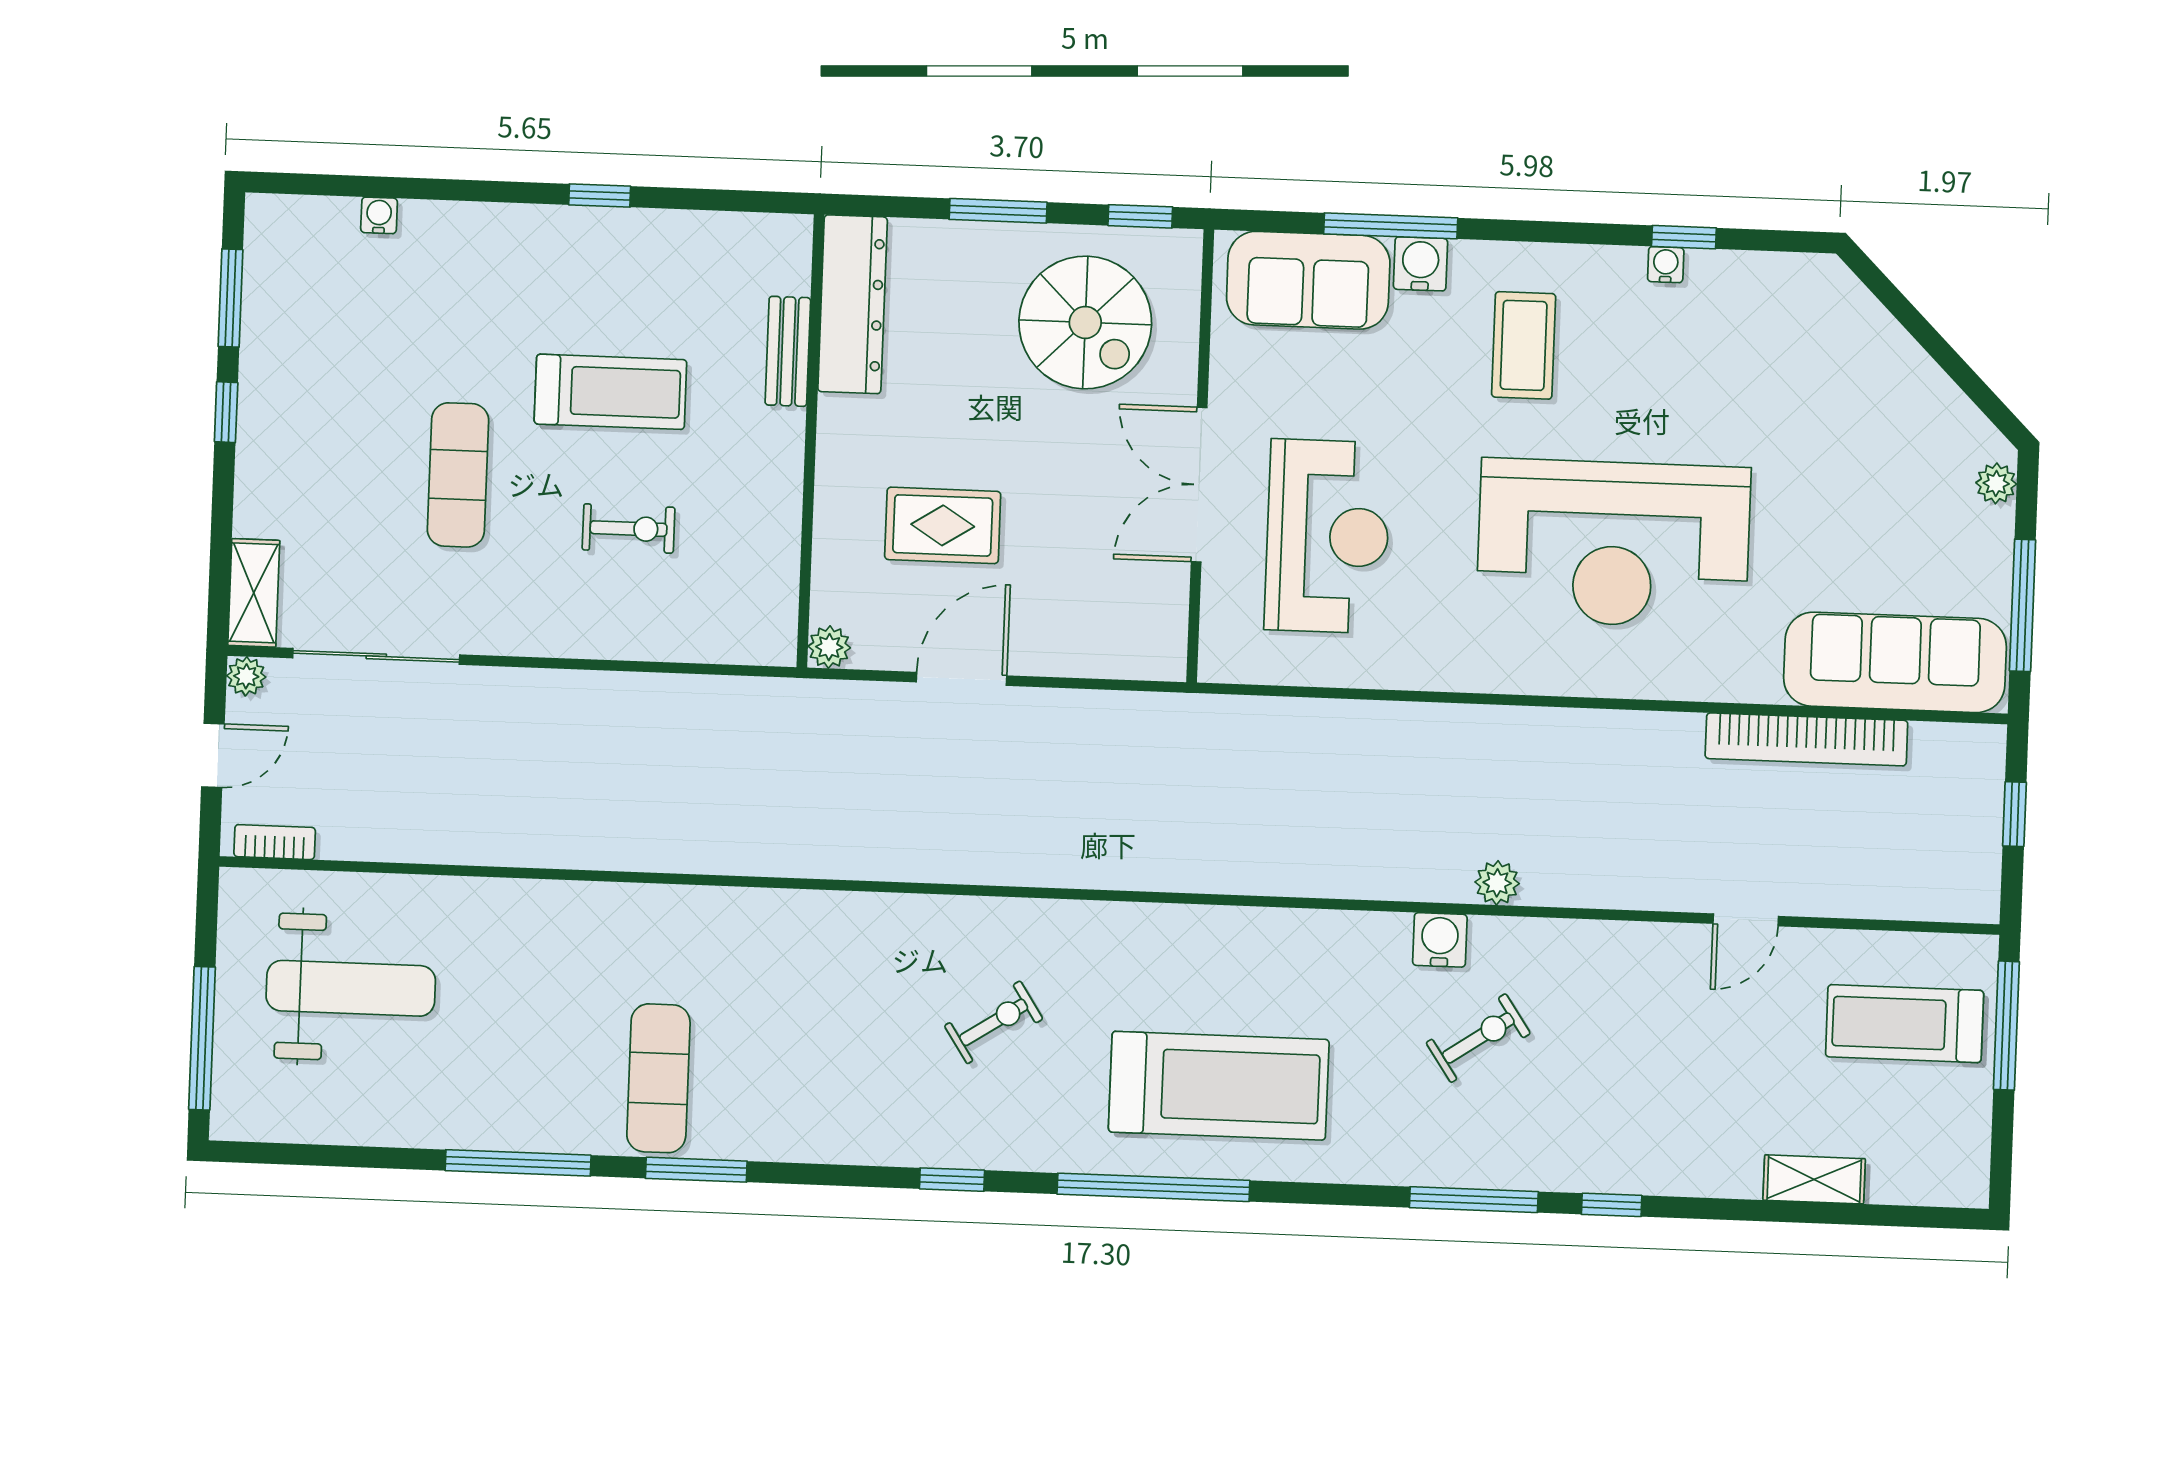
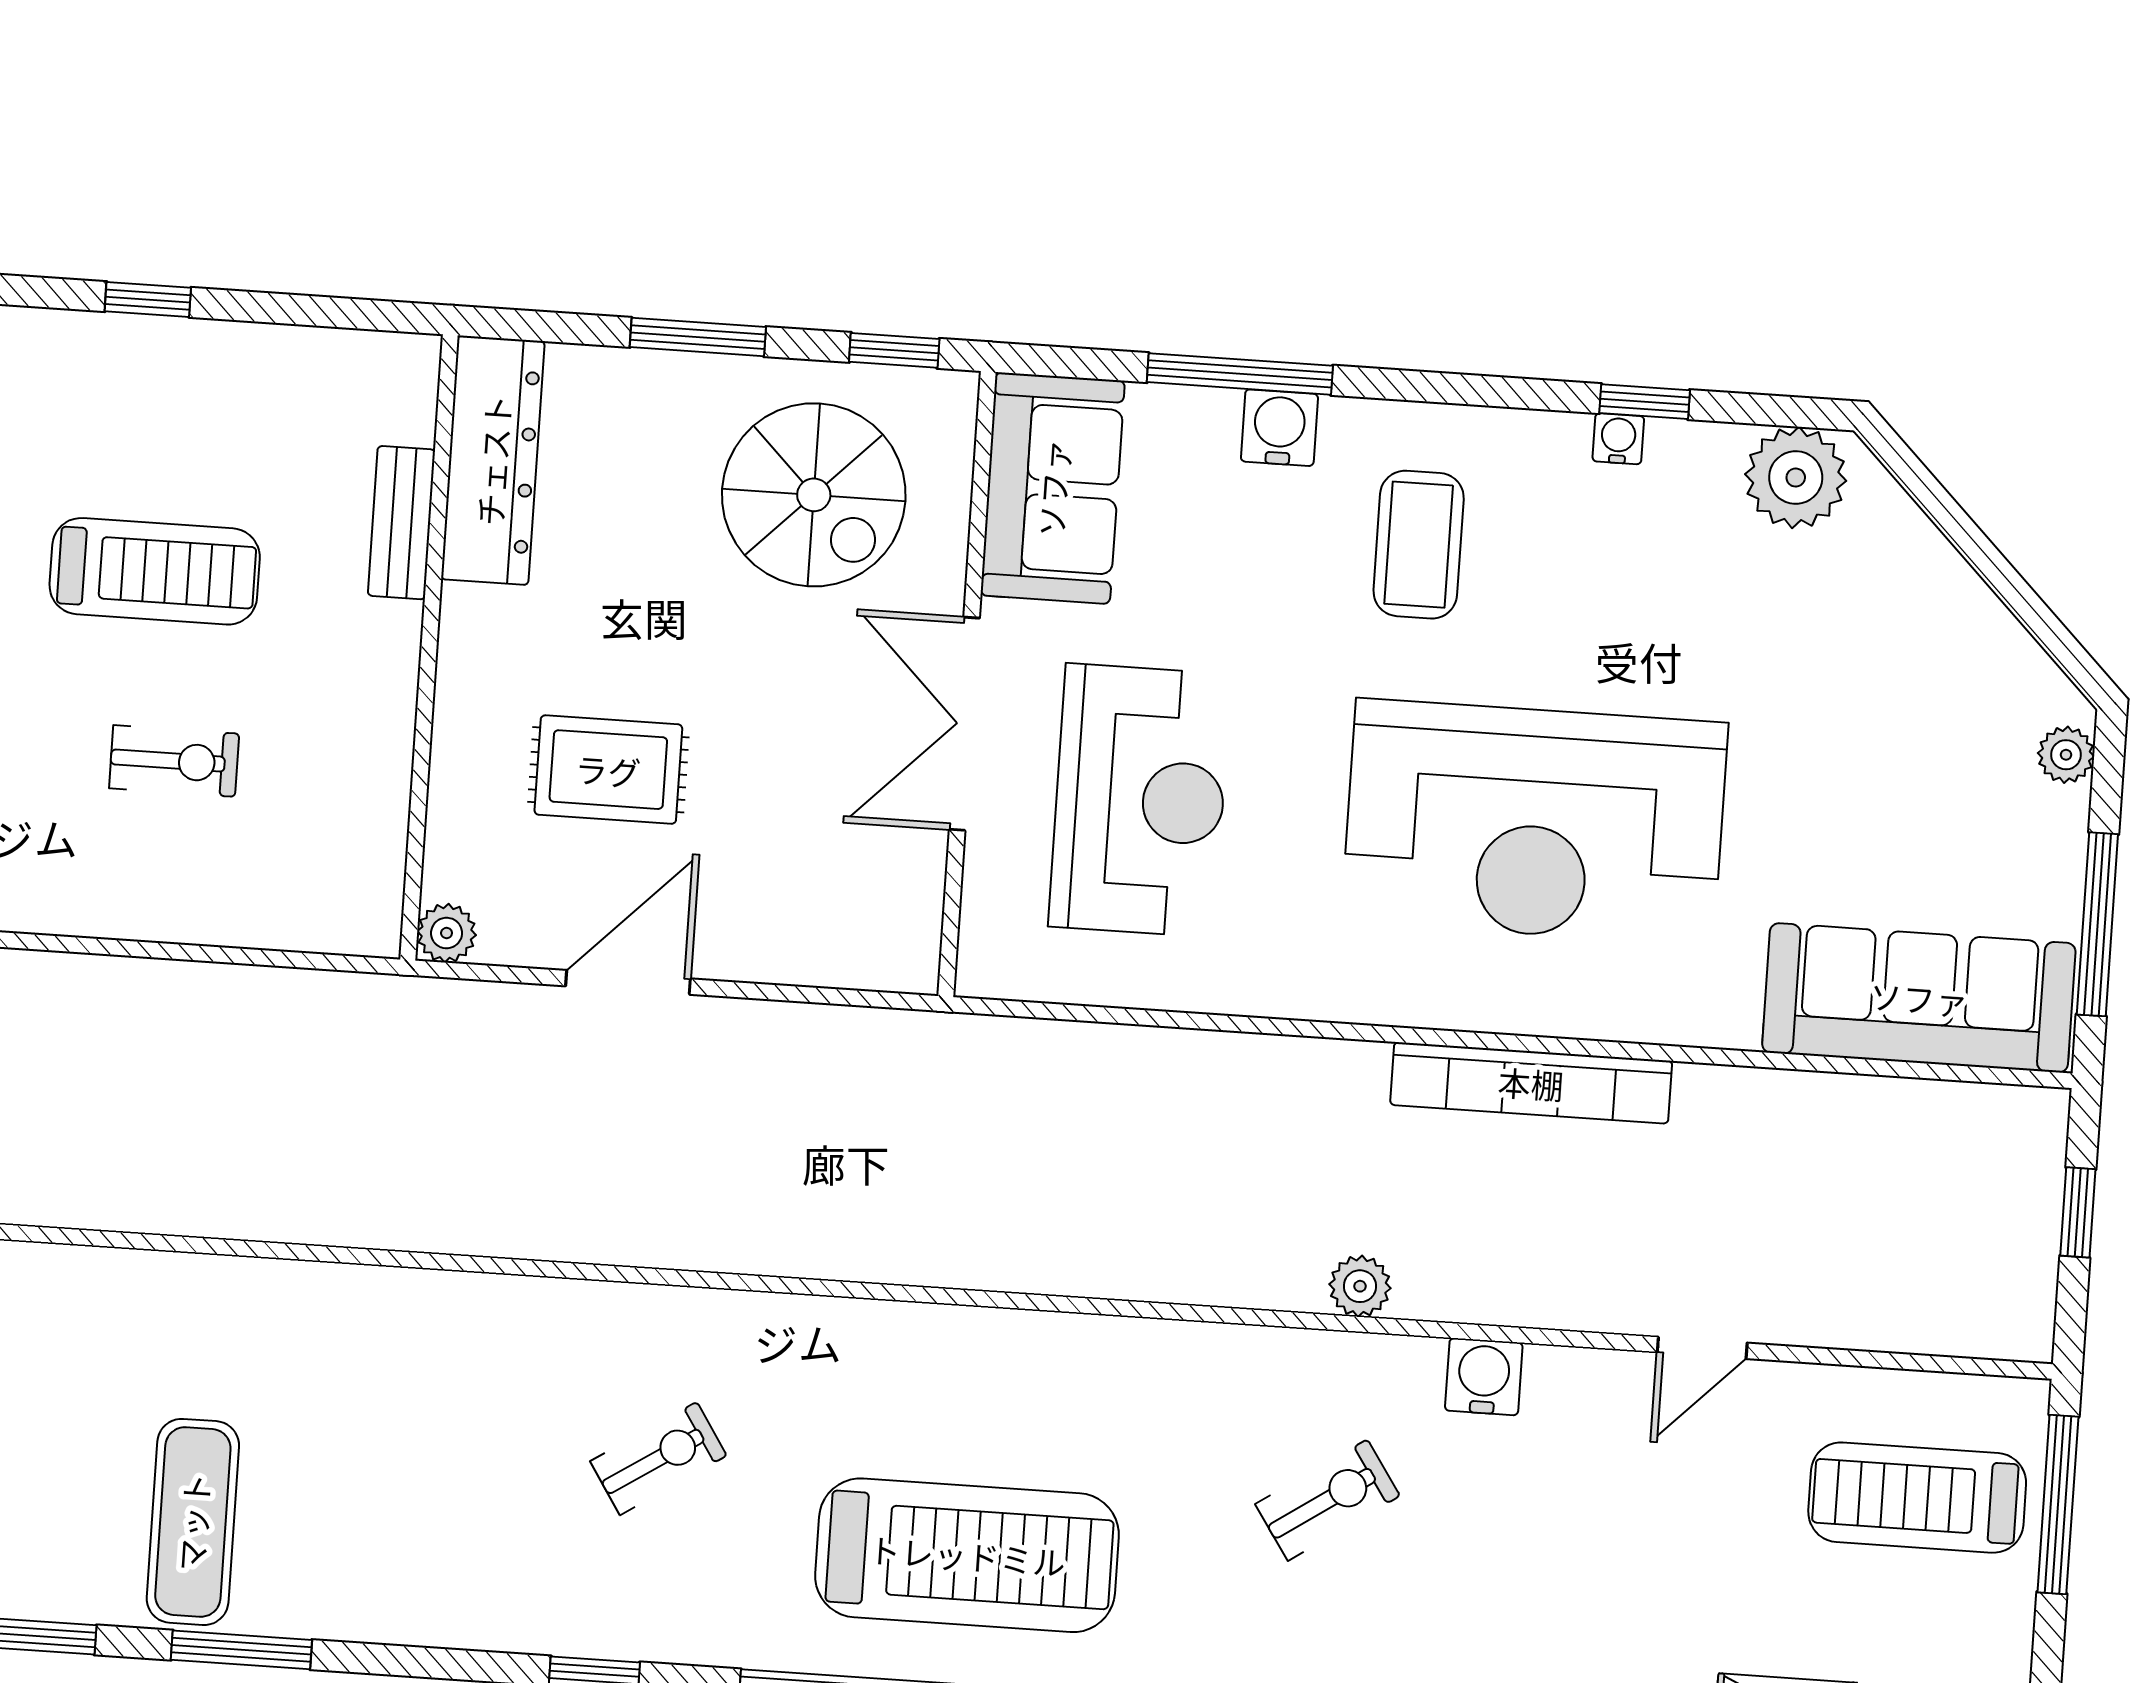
sofa: (1308, 280) -> (1053, 488), moved, turned -90
plant: (1795, 289) -> (1796, 478), added
bookcase: (1806, 739) -> (1531, 1083), moved
water cooler: (1440, 940) -> (1484, 1377), moved

